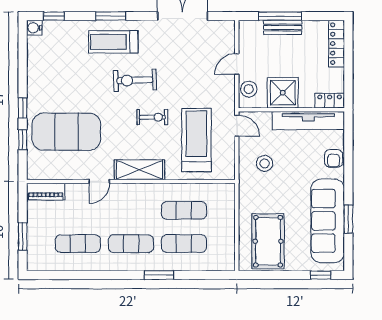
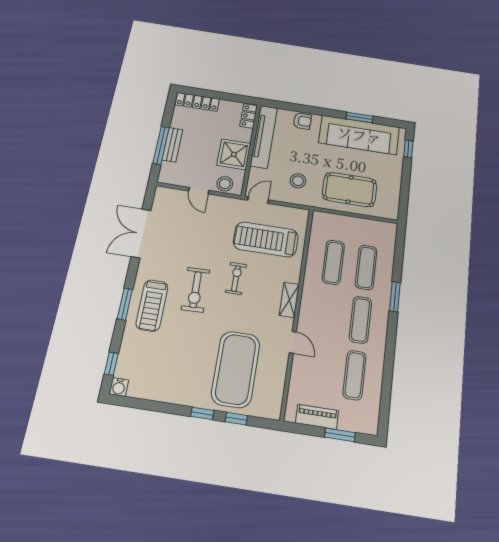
shelving: (139, 170) -> (289, 300), width x0.67, depth x0.75
piano: (46, 192) -> (317, 417), moved, turned -90
pool table: (268, 241) -> (350, 190), moved

